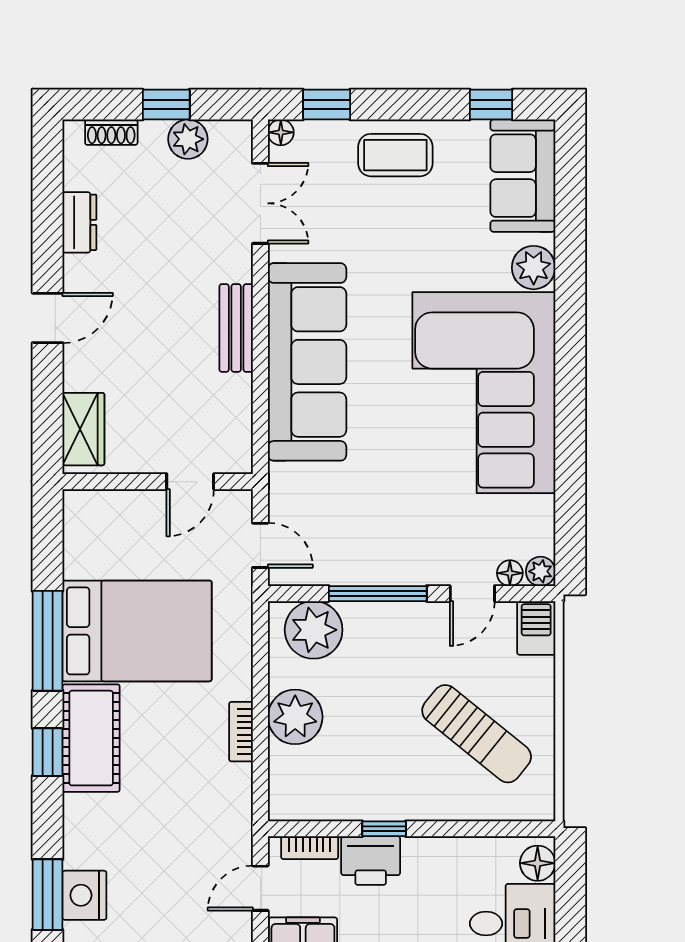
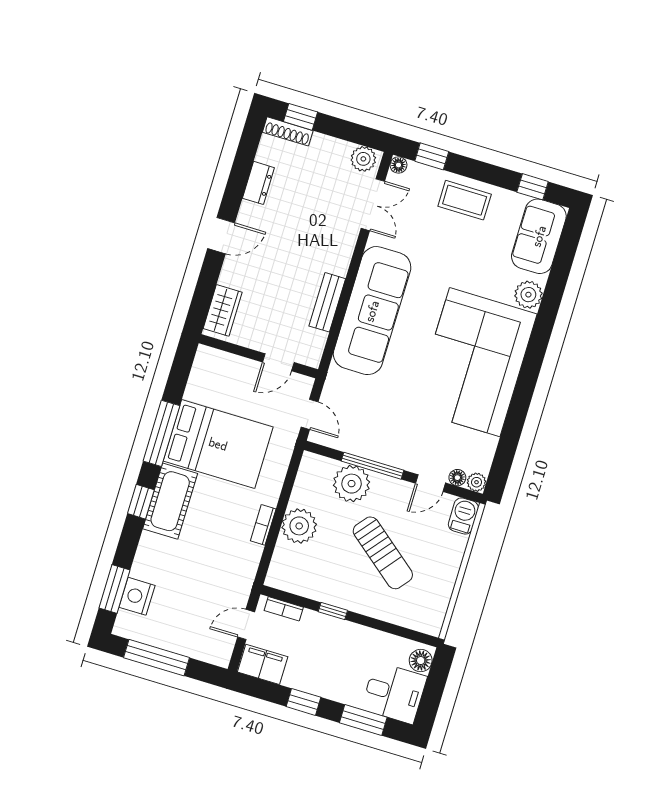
window: (166, 104) -> (301, 117), moved
shoe rack: (111, 132) -> (288, 131), width x1.43
plant: (188, 139) -> (363, 159), moved
bench: (236, 328) -> (327, 302), moved
plant: (314, 630) -> (352, 484), moved
sun lounger: (477, 734) -> (383, 553), moved
printer: (371, 861) -> (319, 628), removed

